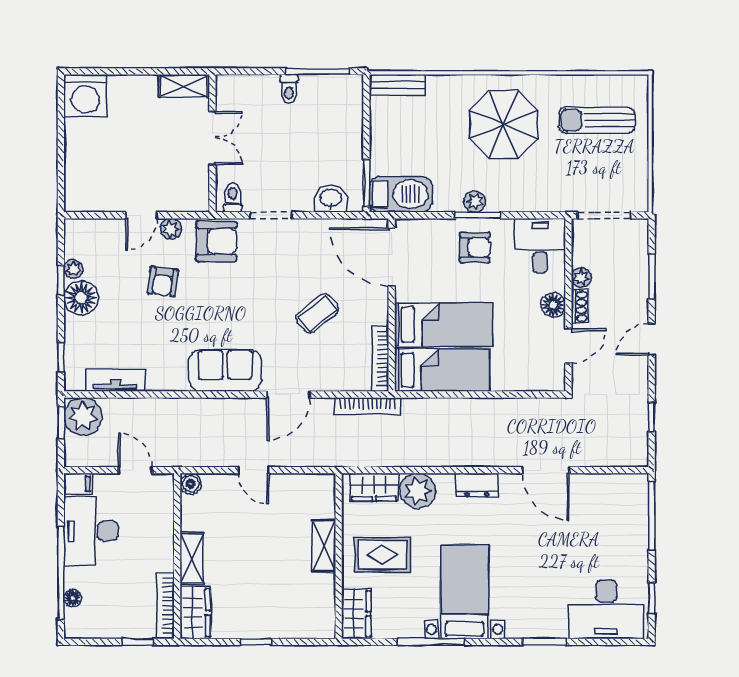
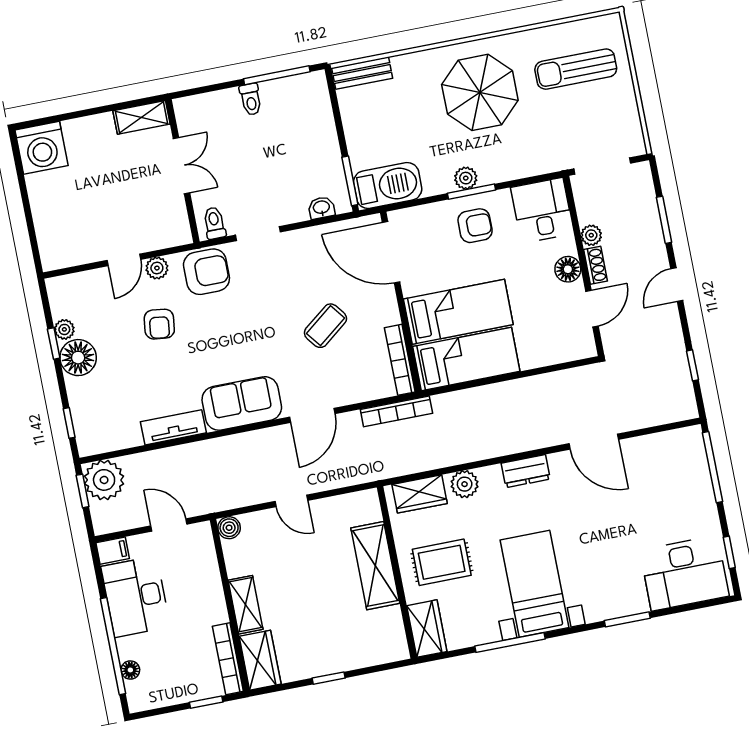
washbasin: (331, 199) -> (321, 208), width x0.72, depth x0.69
tv unit: (115, 380) -> (173, 427), moved
plant: (418, 491) -> (465, 484), width x0.73, depth x0.73
shelving: (324, 546) -> (375, 566), width x1.50, depth x1.33

